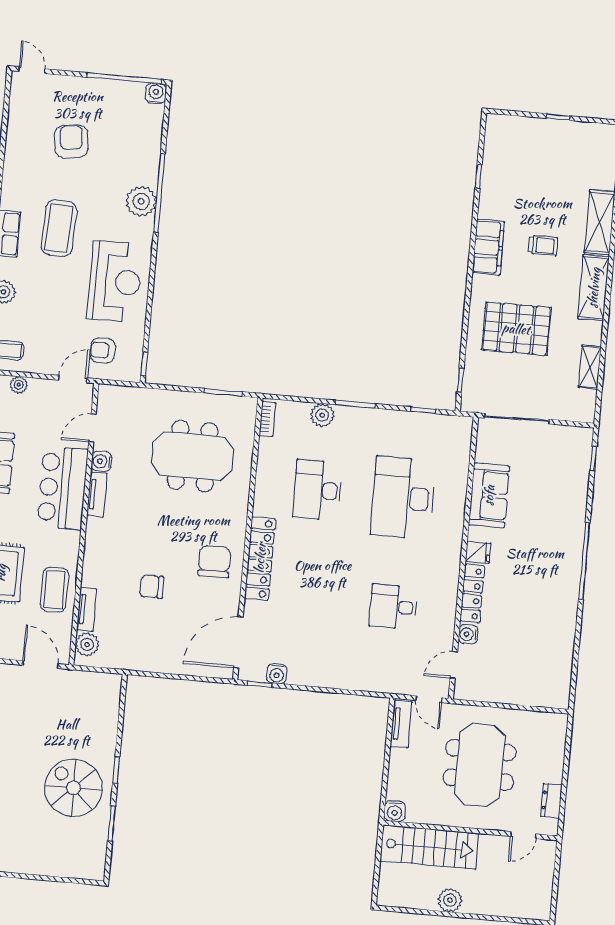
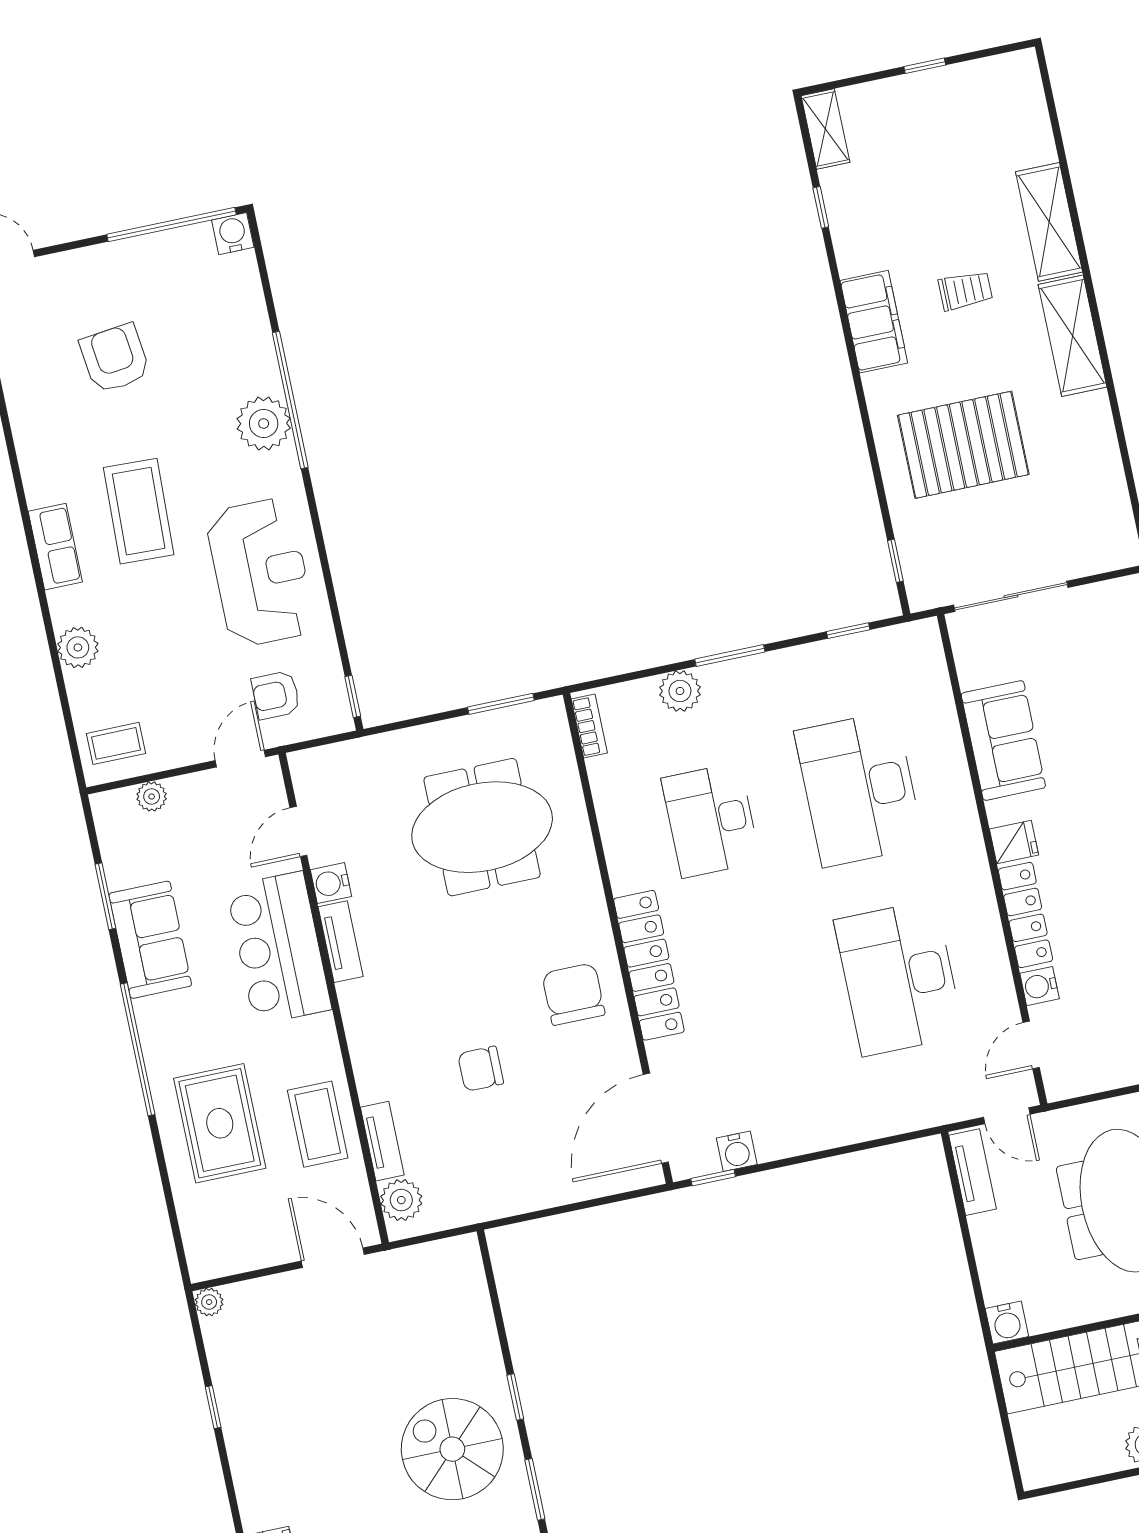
shelving: (590, 367) -> (825, 129), moved
desk: (393, 607) -> (899, 978), width x1.87, depth x1.30

